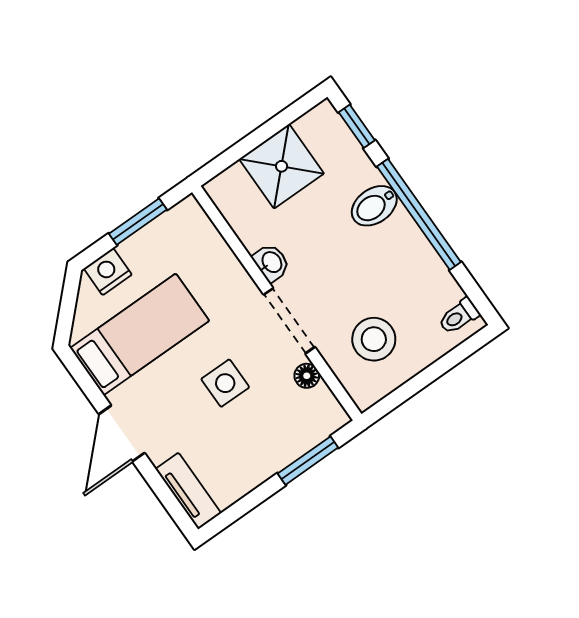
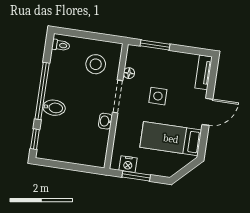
shower: (282, 166) -> (72, 149), removed
nightstand: (108, 272) -> (128, 164), moved

